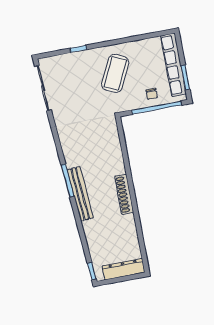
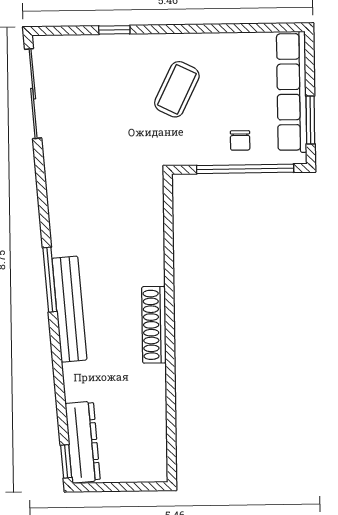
coffee table: (115, 73) -> (177, 89), width x0.73, depth x0.76
dresser: (124, 269) -> (83, 442), moved, turned 86

